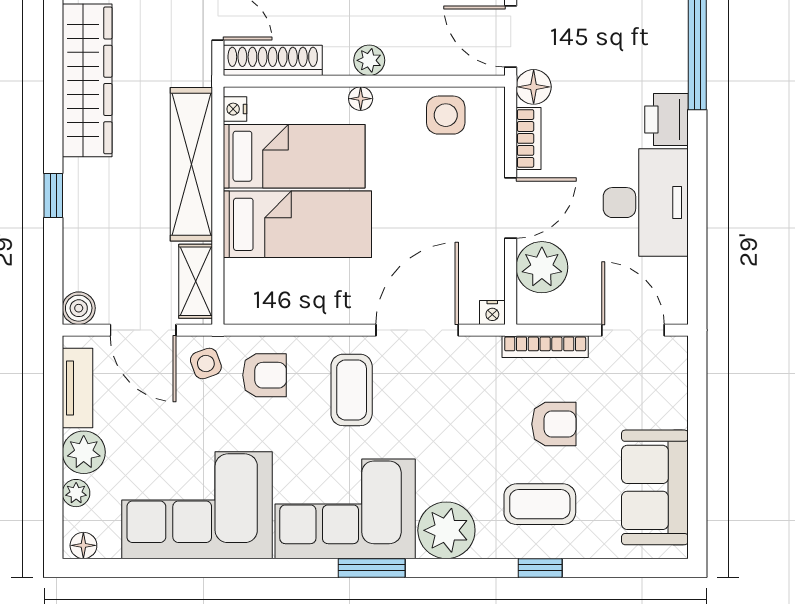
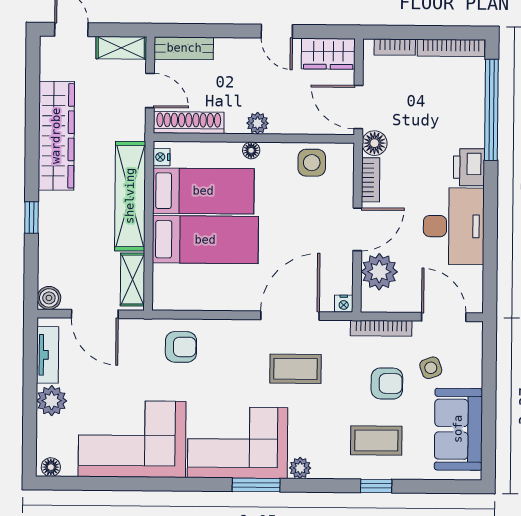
side table: (206, 364) -> (431, 368), moved
coffee table: (352, 390) -> (295, 369), moved, turned 90
plant: (76, 493) -> (46, 430), removed
plant: (446, 530) -> (300, 468), width x0.53, depth x0.53

